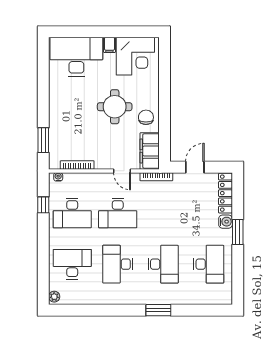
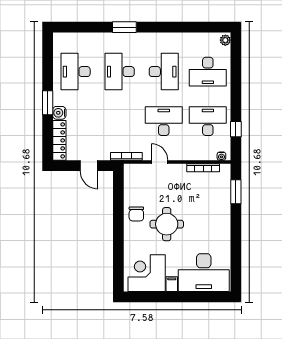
filing cabinet: (150, 151) -> (133, 181), removed
door: (195, 167) -> (89, 166), hinge flipped

